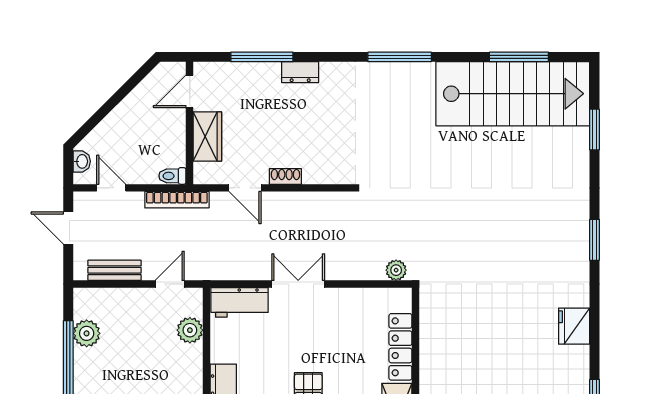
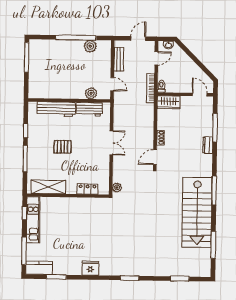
stairs: (513, 94) -> (197, 212), moved
wardrobe: (207, 137) -> (169, 102), moved
door: (245, 188) -> (155, 157), moved
workbench: (240, 302) -> (89, 109), moved, turned -90
locker: (400, 347) -> (88, 189), width x0.66

